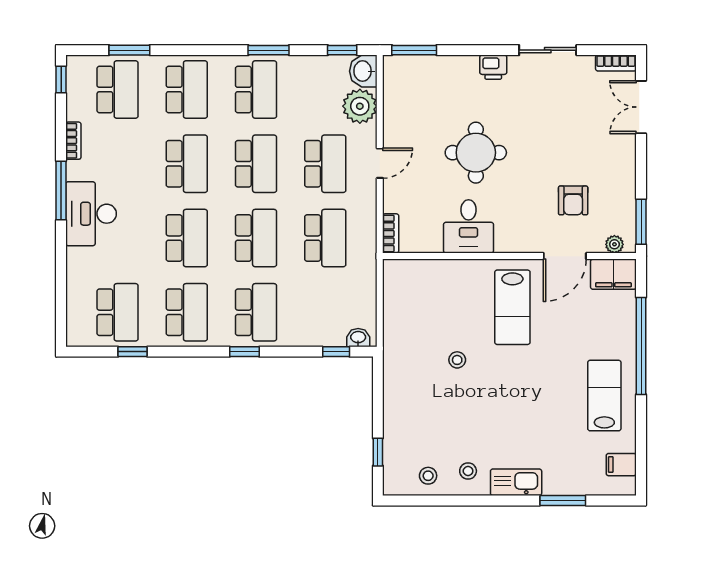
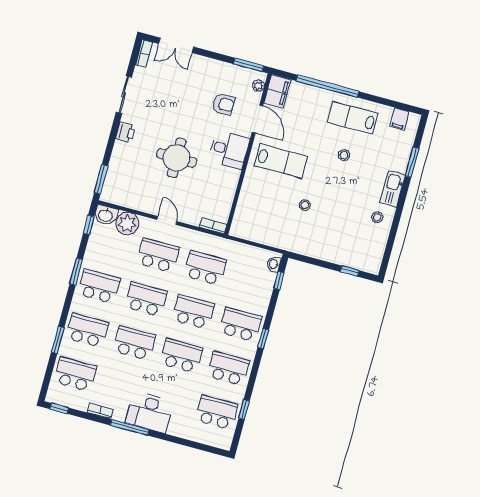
window: (129, 50) -> (58, 340), moved
desk: (469, 226) -> (229, 150), moved
stool: (428, 476) -> (344, 155), moved

